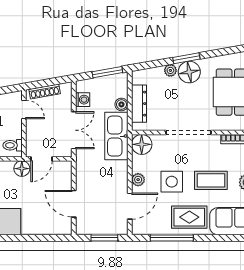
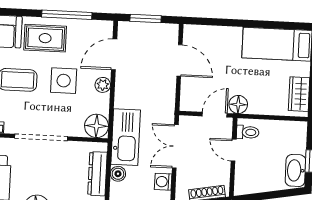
door: (24, 110) -> (234, 150), moved

